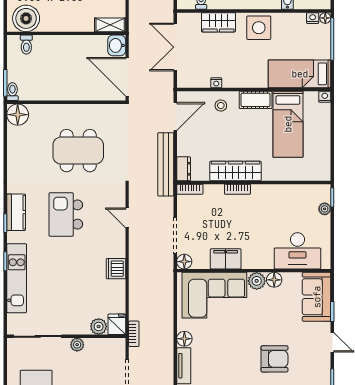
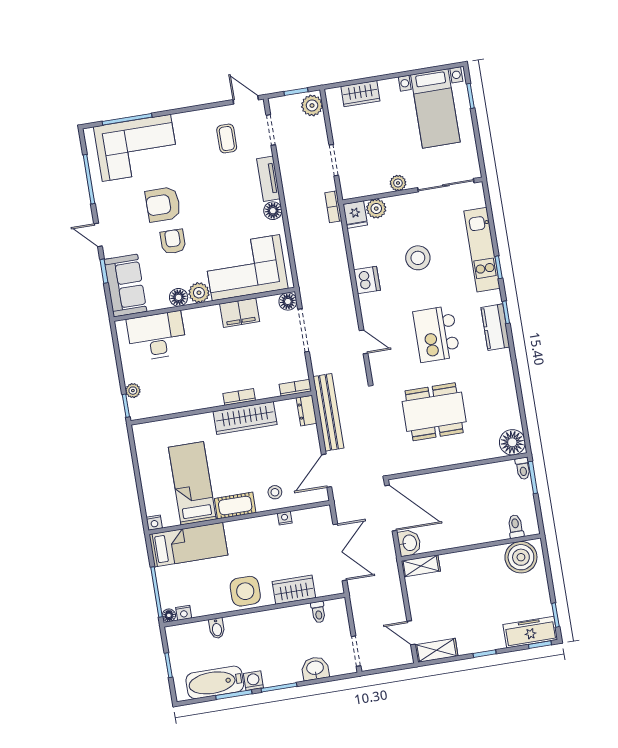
kitchen island: (66, 215) -> (436, 334), turned 180
stool: (71, 280) -> (418, 258), added
armchair: (271, 327) -> (173, 242), added

